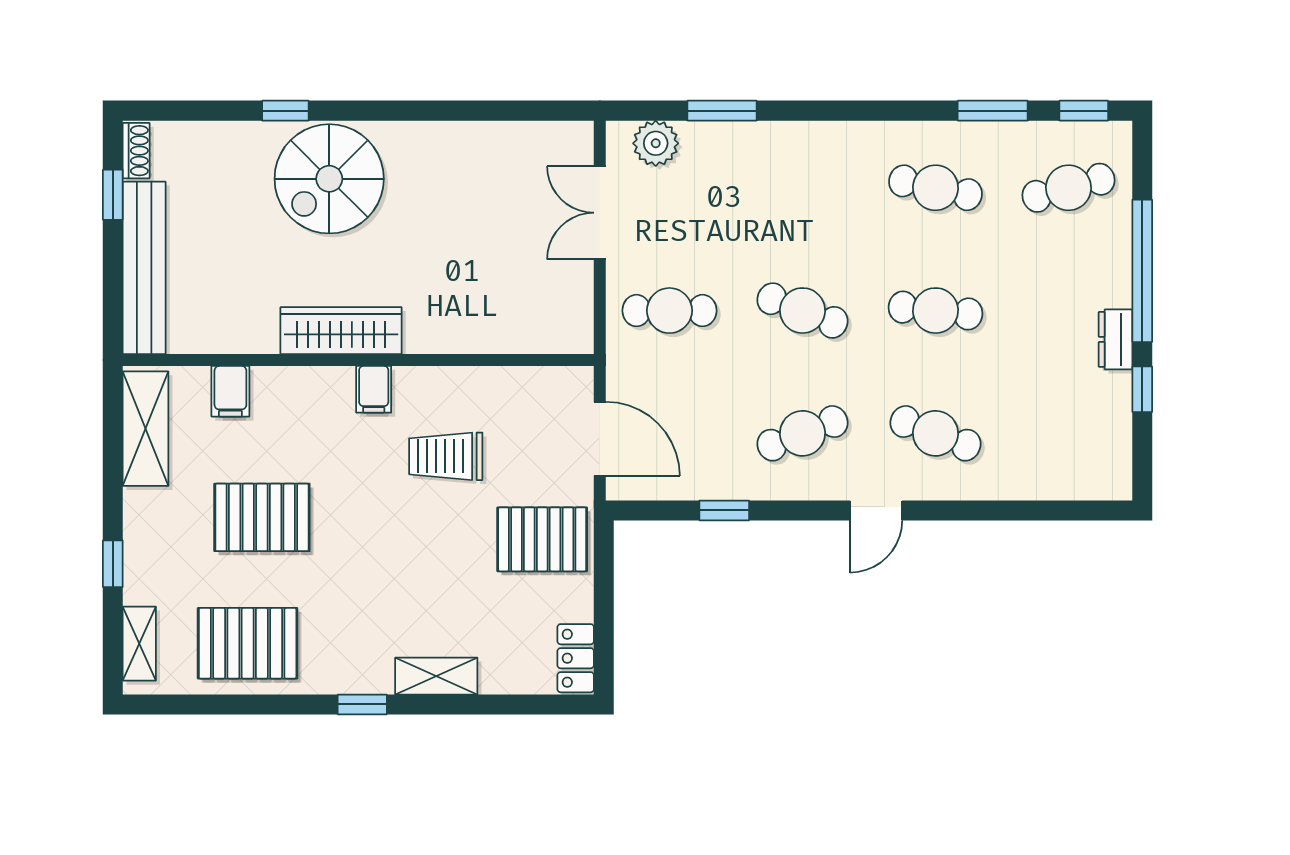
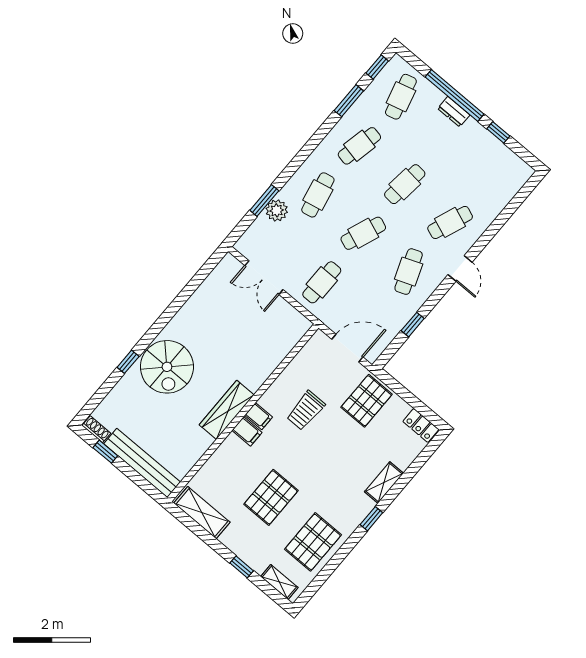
plant: (656, 143) -> (277, 210), moved
cafe table: (802, 188) -> (318, 195), added
dresser: (1115, 339) -> (454, 112), moved
filing cabinet: (230, 391) -> (247, 431), moved

